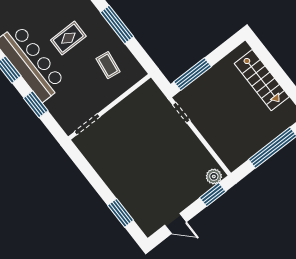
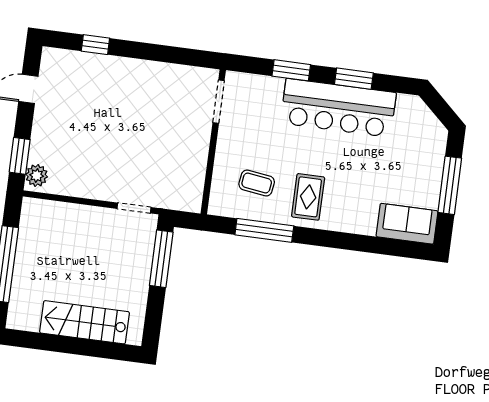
window: (117, 24) -> (264, 230), moved
rug: (68, 38) -> (308, 197), moved
window: (121, 213) -> (95, 45), width x0.67

